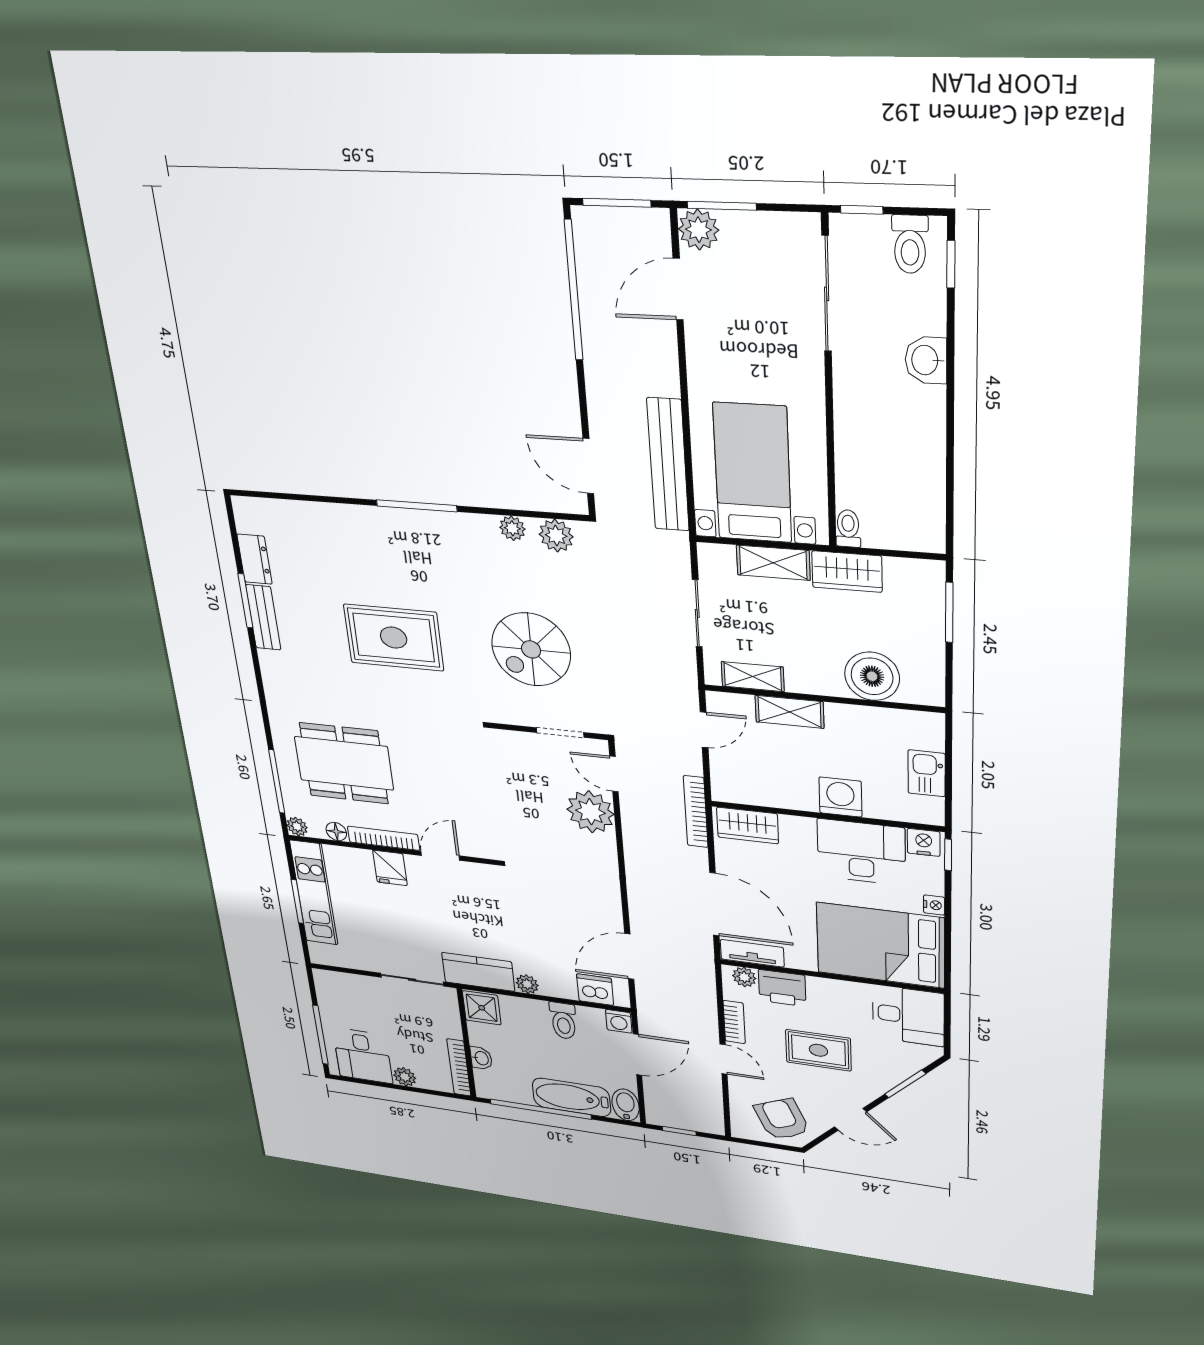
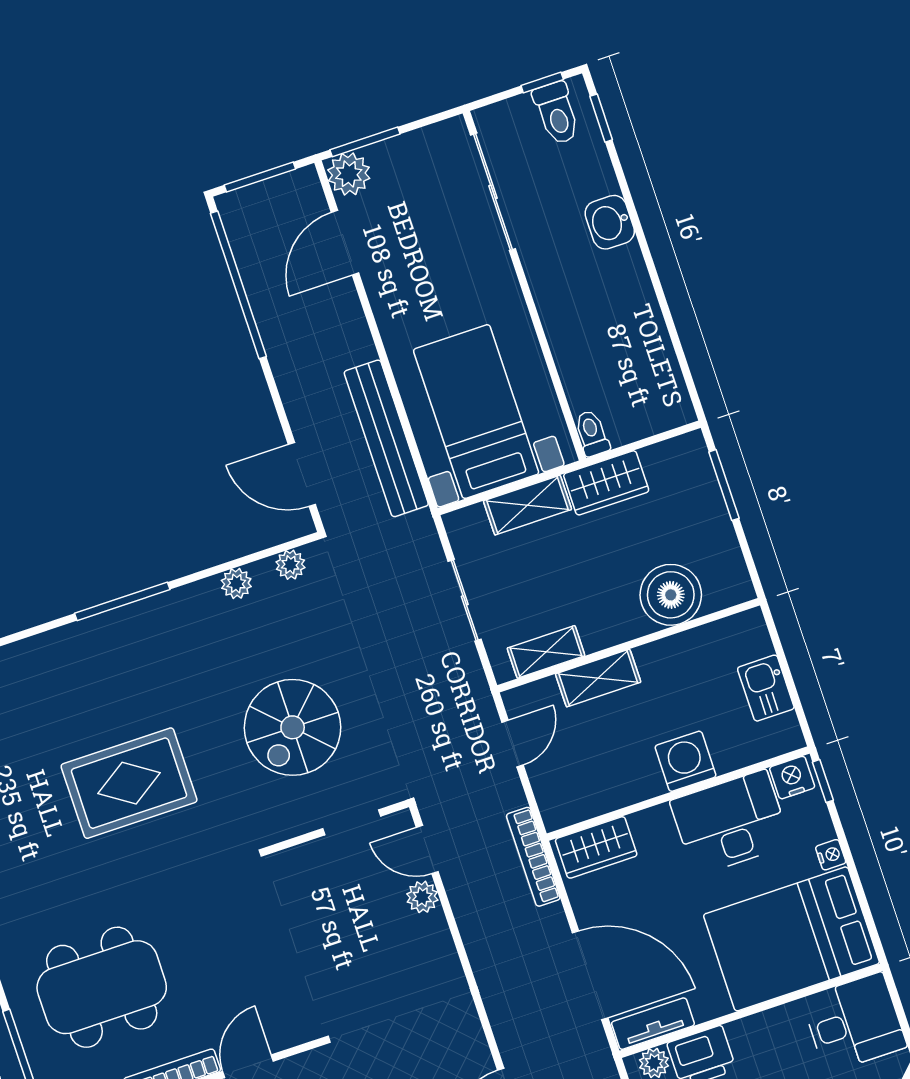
window: (862, 210) -> (542, 83), moved
plant: (556, 536) -> (290, 565), width x0.73, depth x0.73
plant: (590, 812) -> (422, 897), width x0.53, depth x0.53

